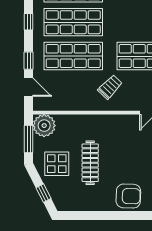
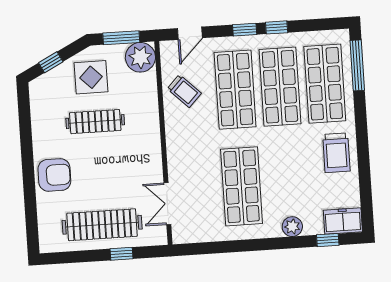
window: (29, 61) -> (245, 30), moved
trolley: (110, 87) -> (184, 91), moved
armchair: (128, 196) -> (54, 175), turned -92

